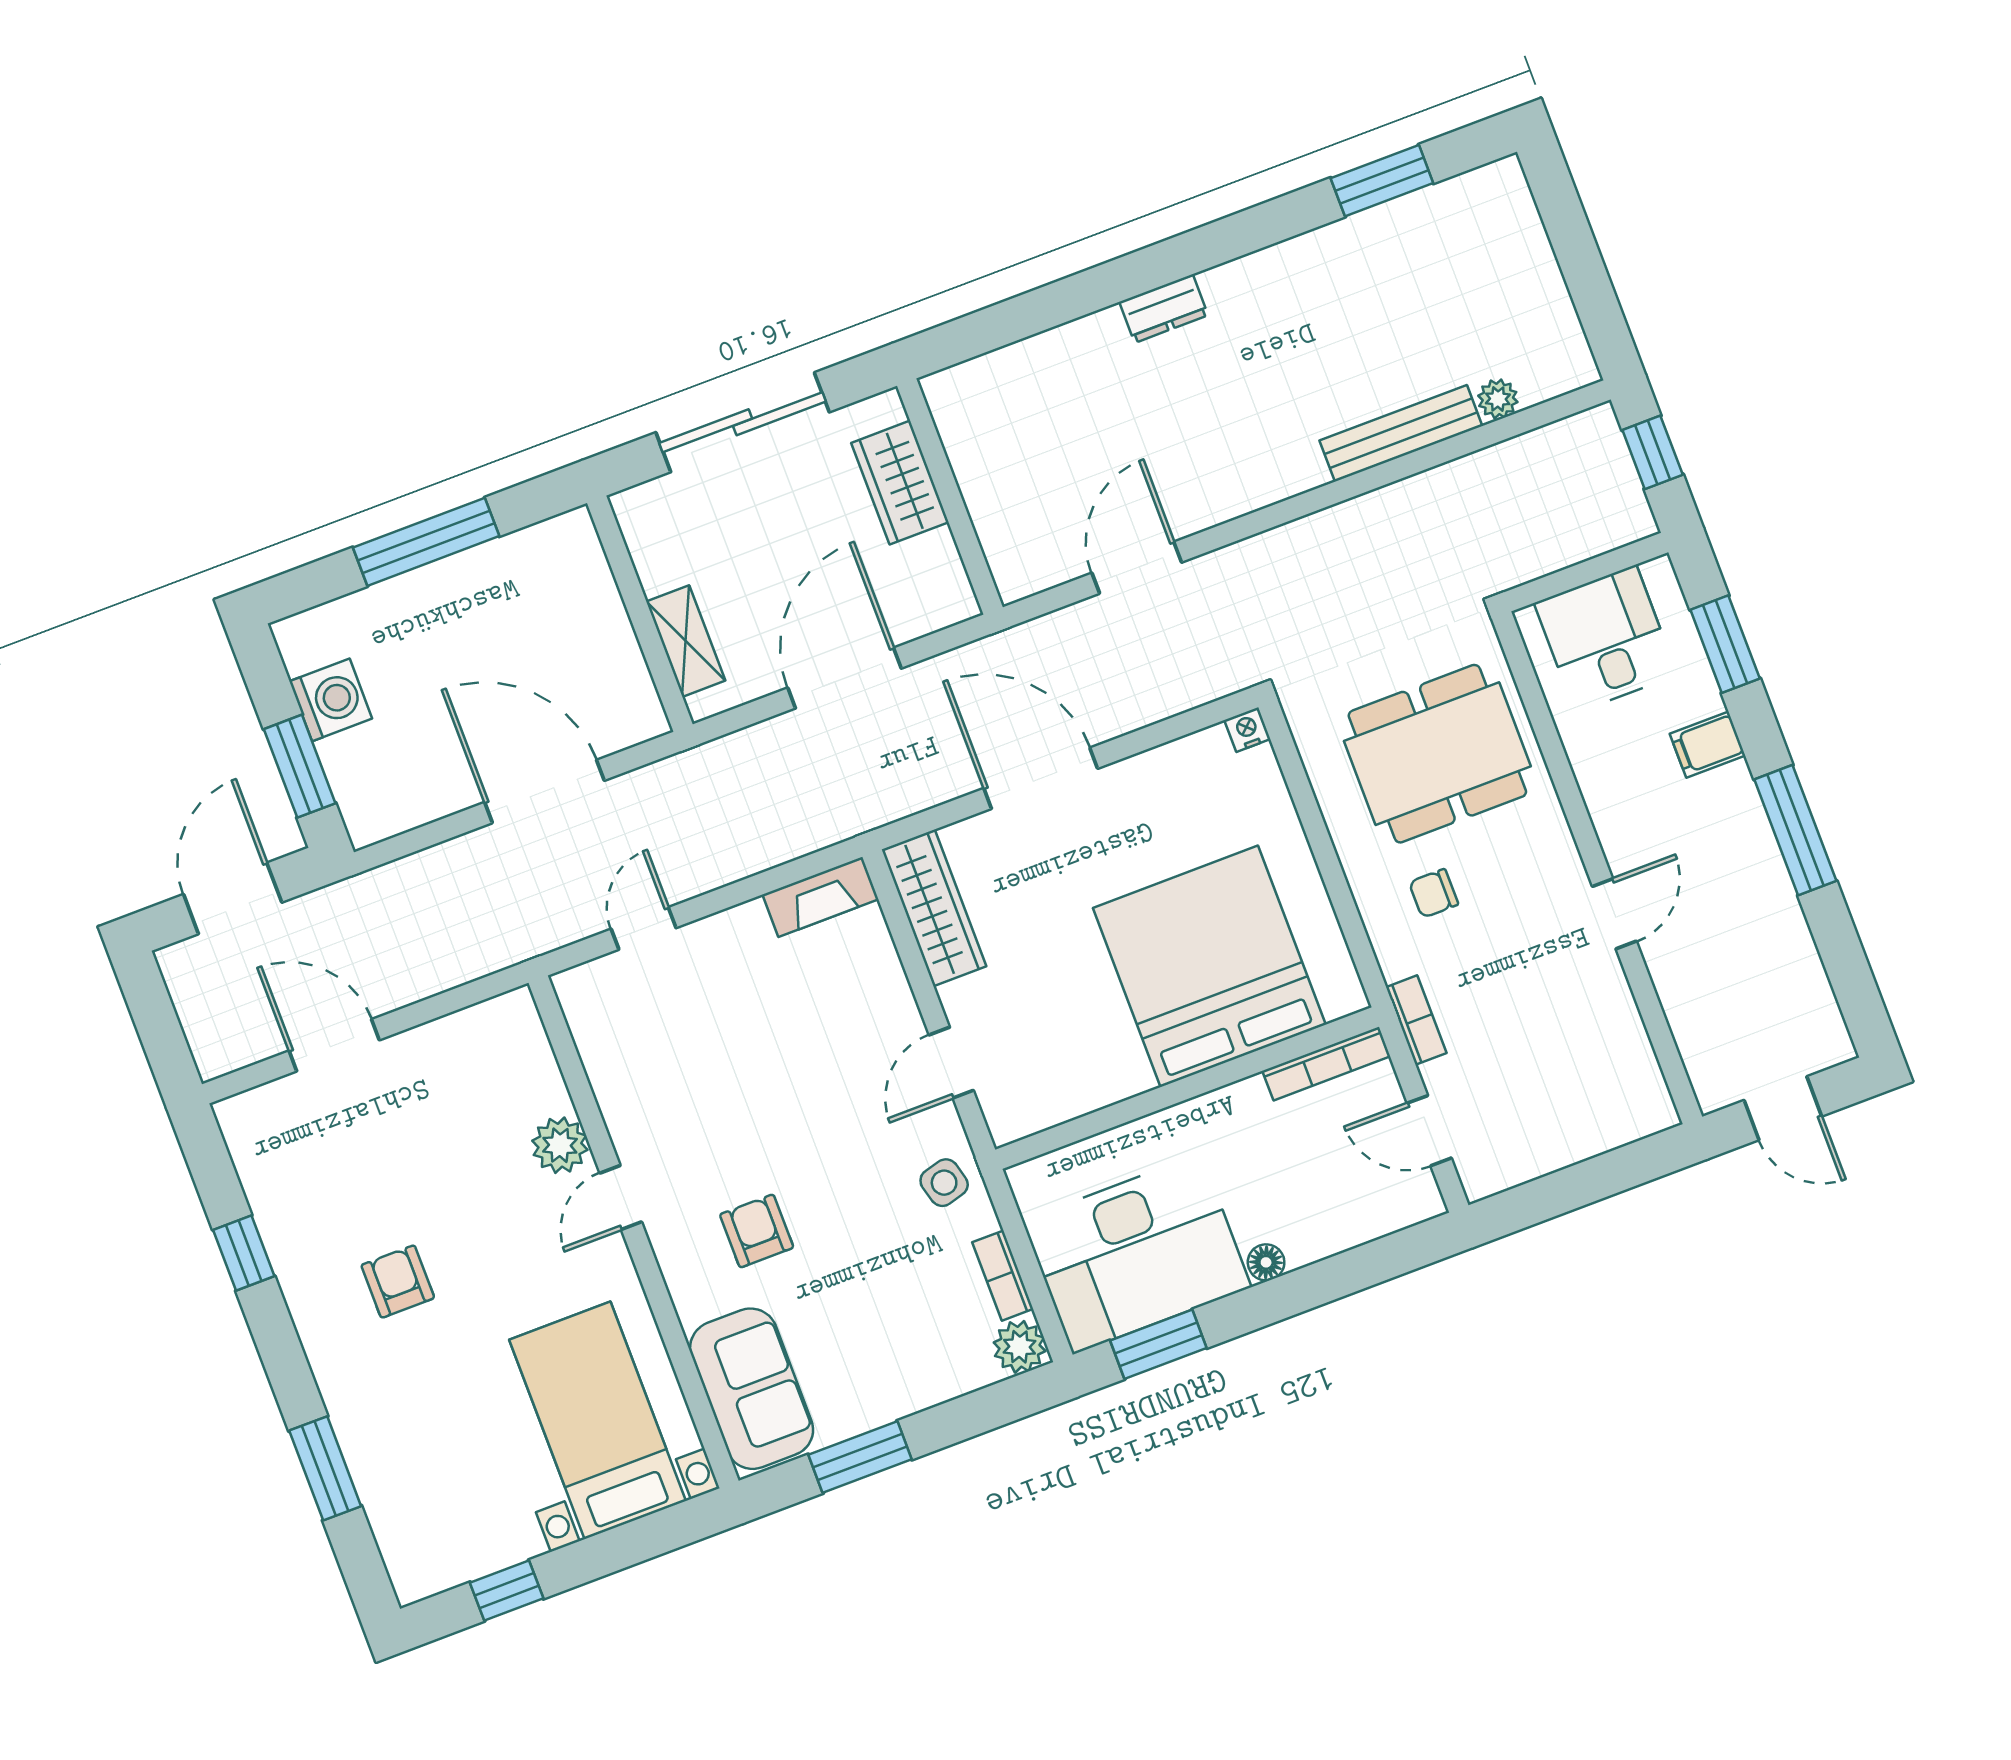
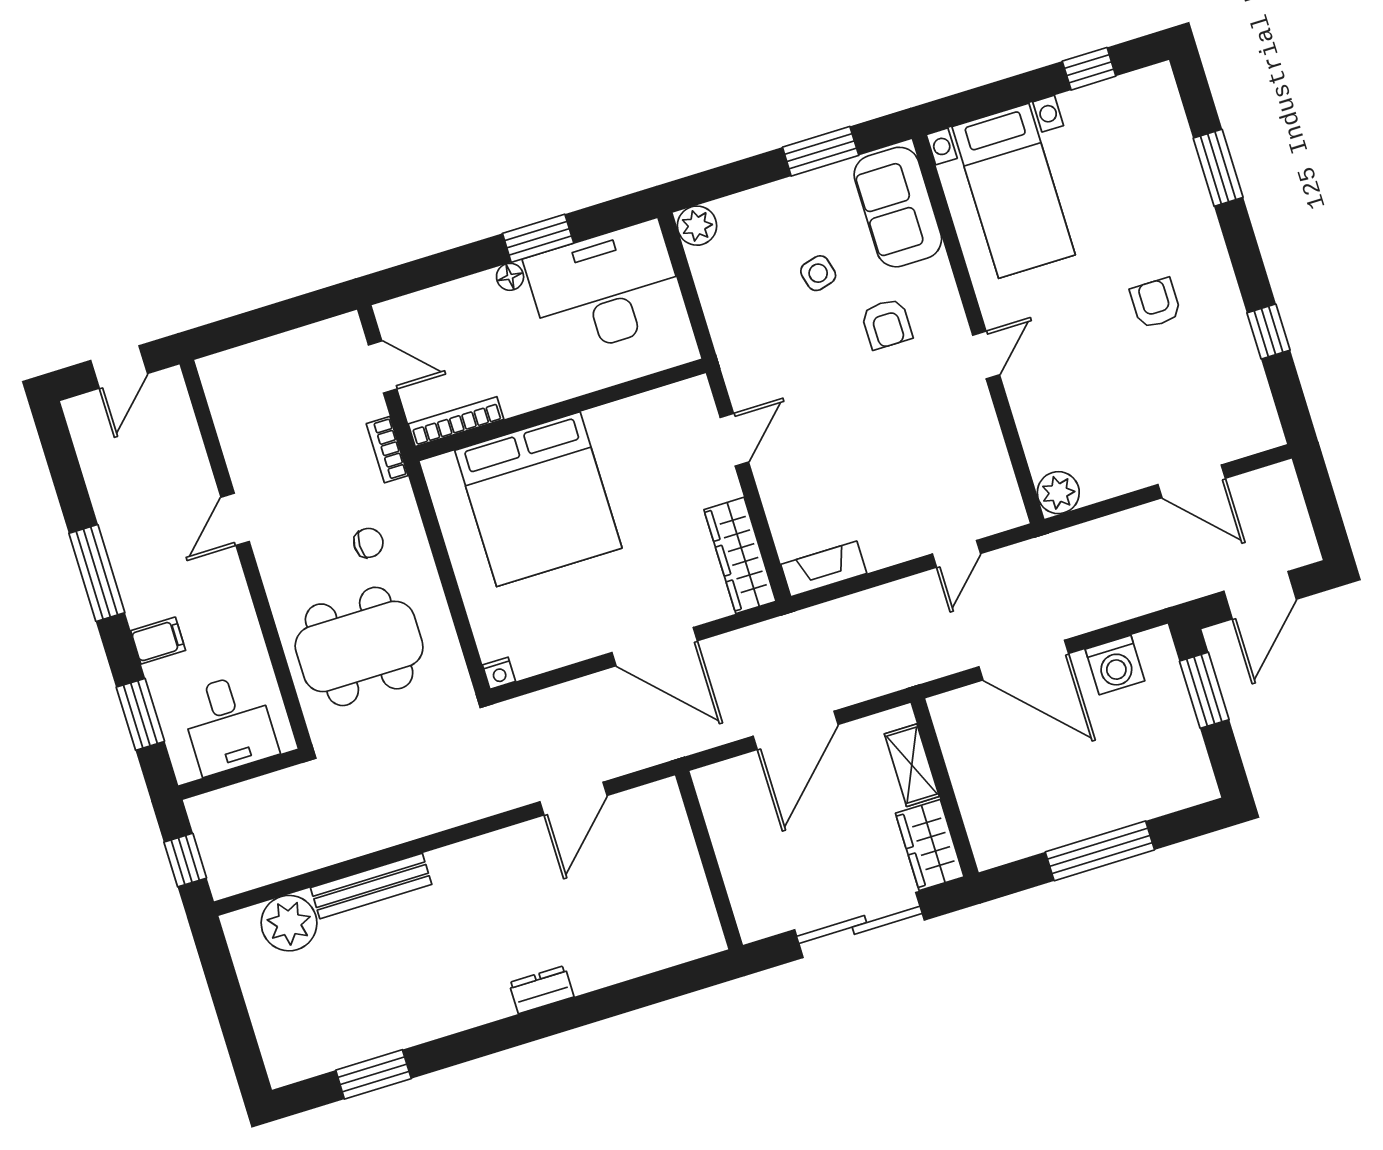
plant: (1498, 399) -> (289, 923), width x1.88, depth x1.88
wardrobe: (900, 483) -> (930, 845), moved, turned 180
washing machine: (331, 700) -> (1115, 665), moved, turned -90
door: (1783, 1108) -> (119, 367), swing flipped
plant: (560, 1145) -> (1058, 493), moved
side table: (944, 1183) -> (818, 273), moved
bookcase: (1003, 1276) -> (706, 279), removed
armchair: (398, 1282) -> (1155, 303), turned 180
window: (1158, 1344) -> (538, 238), moved

